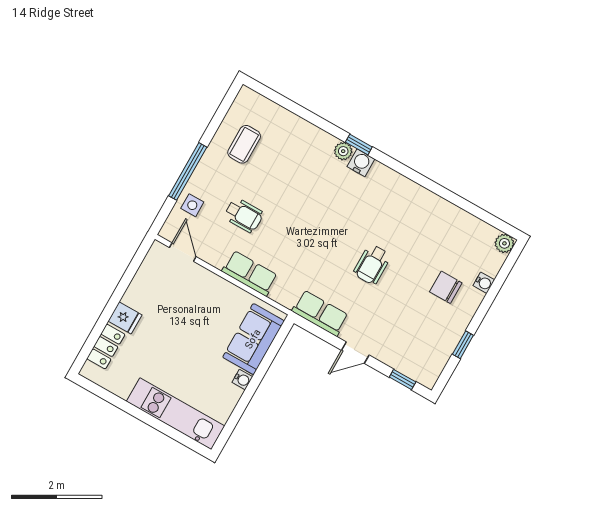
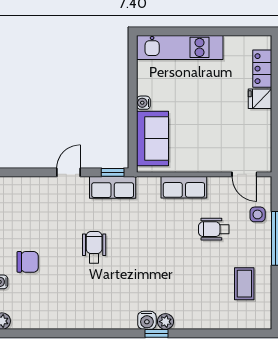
window: (403, 380) -> (113, 172), moved

